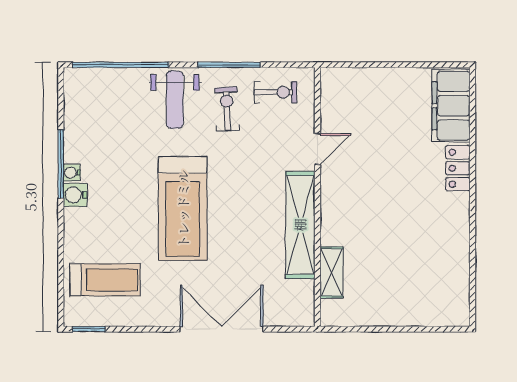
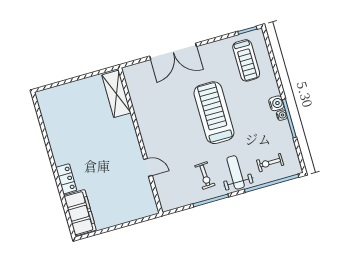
exercise bike: (275, 92) -> (270, 163), moved
door: (317, 149) -> (148, 167), swing flipped
shelving: (300, 225) -> (145, 122), removed
shelving: (332, 272) -> (116, 94), width x1.50, depth x1.33
treadmill: (105, 280) -> (246, 60), turned -90

